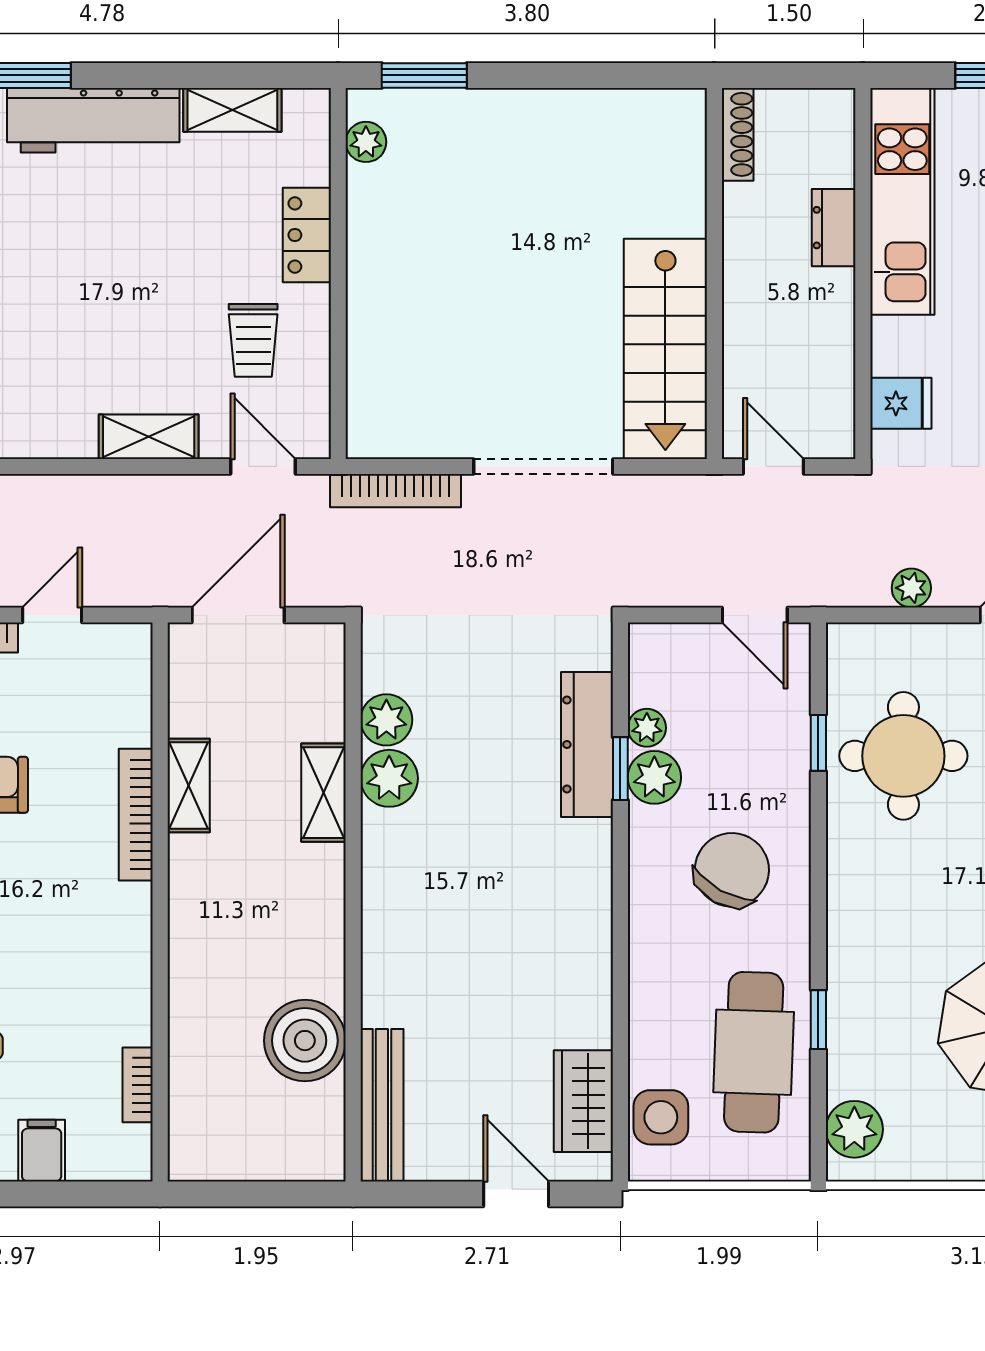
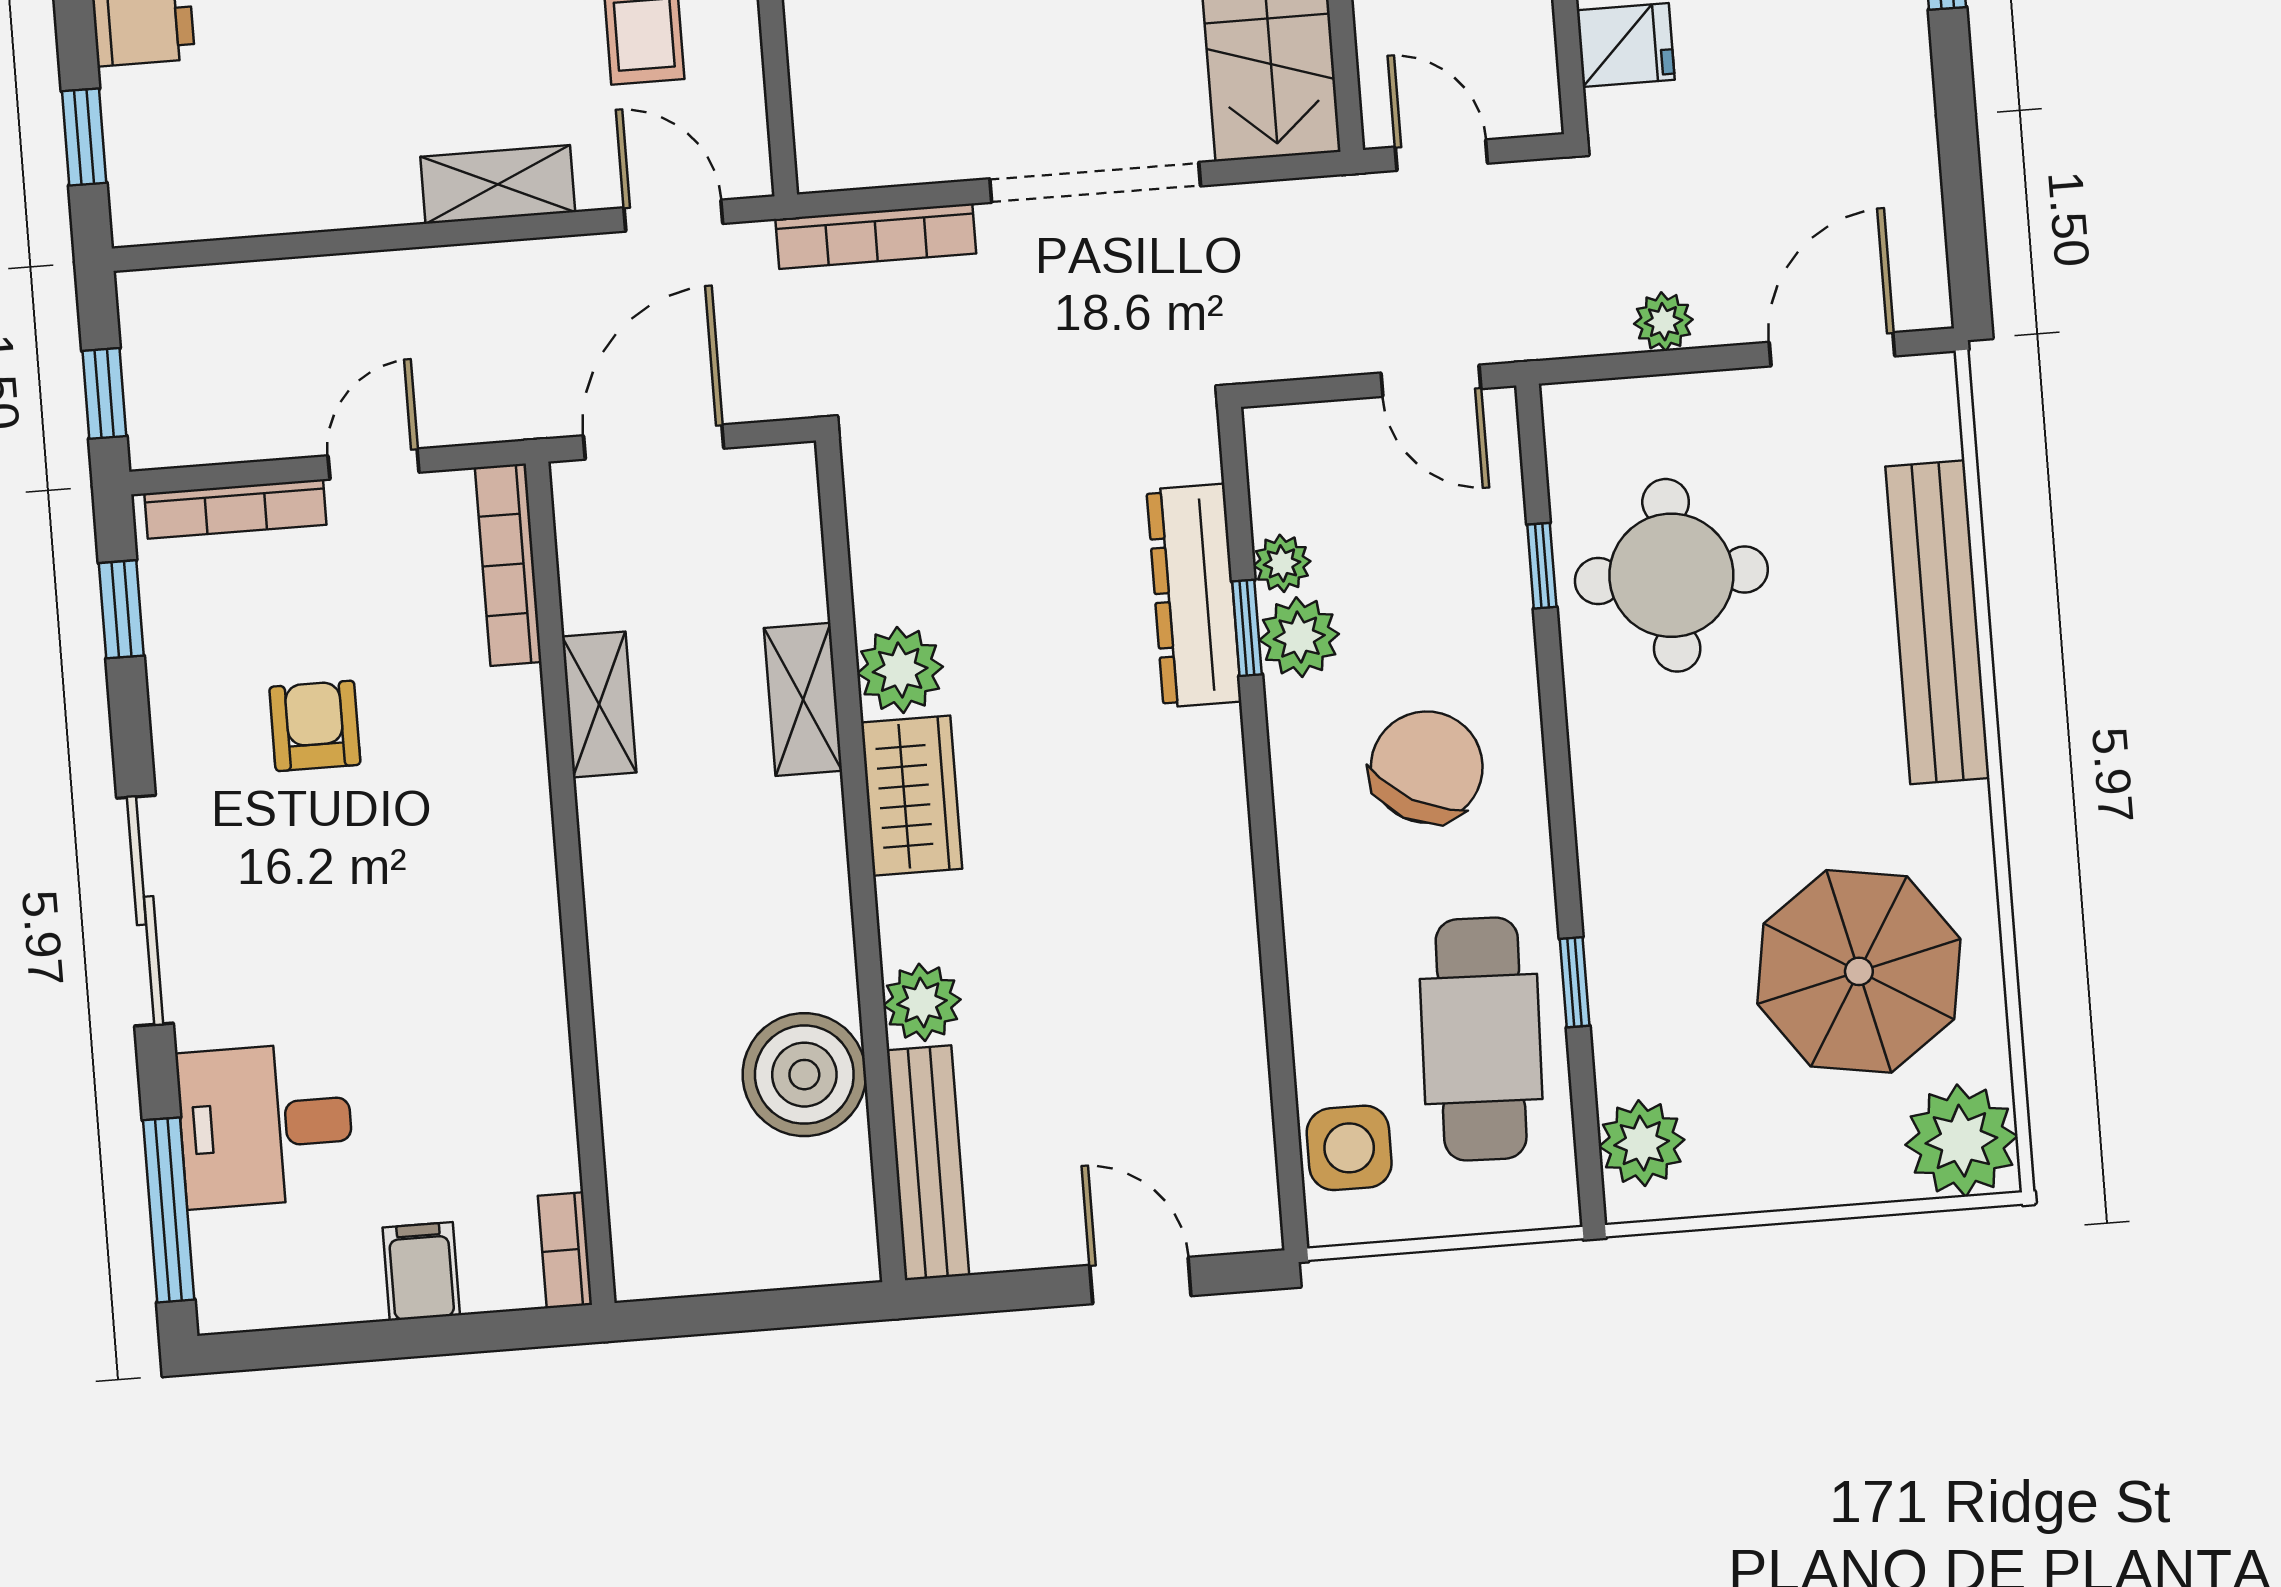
plant: (386, 720) -> (922, 1002), moved
bookcase: (136, 815) -> (508, 565), moved
bookcase: (138, 1085) -> (565, 1250), moved
wardrobe: (583, 1101) -> (912, 796), moved, turned 180

